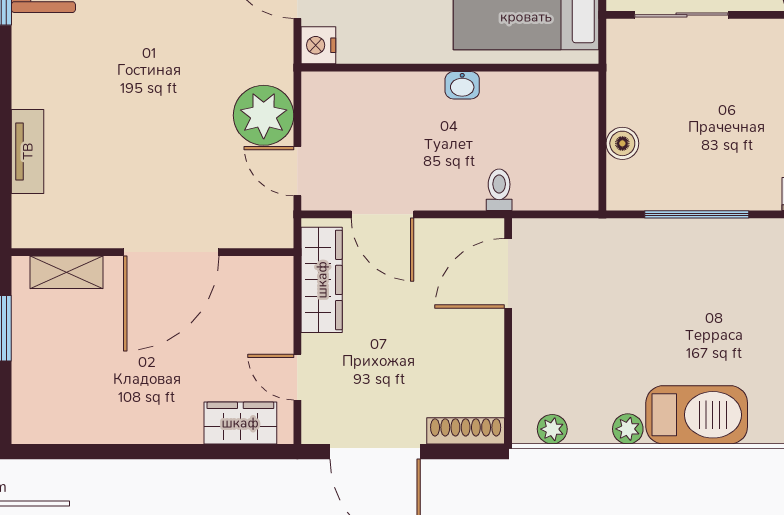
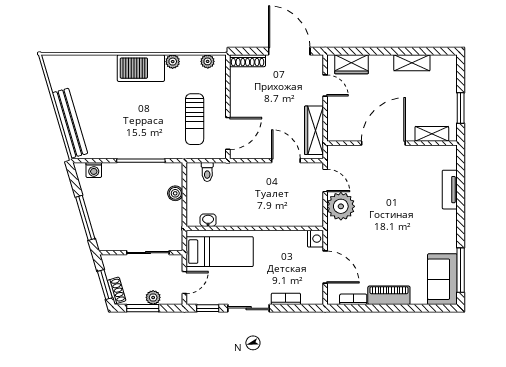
washbasin: (462, 85) -> (208, 220), moved
toilet: (499, 190) -> (207, 172), moved
sun lounger: (580, 304) -> (195, 119), added
shelving: (110, 426) -> (412, 63), added

